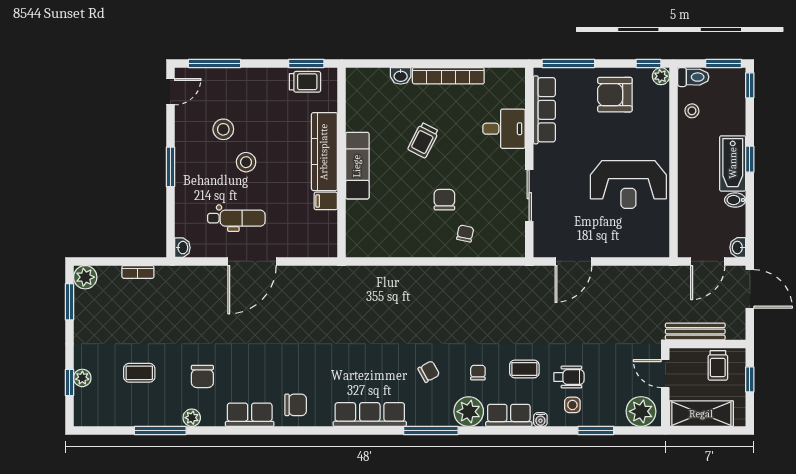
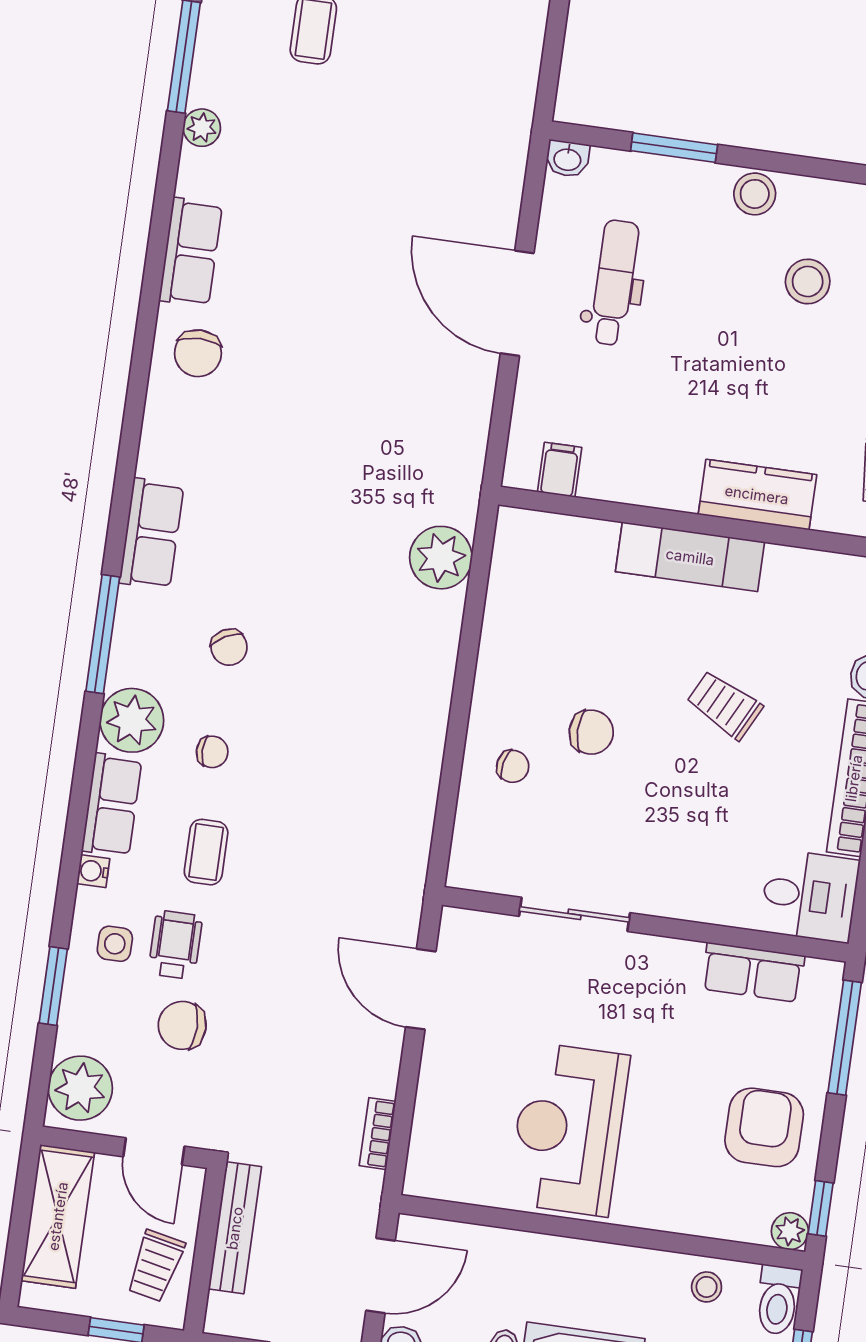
row of seats: (544, 110) -> (753, 972), width x0.68
desk: (504, 129) -> (810, 896), moved, turned -90
kitchen counter: (324, 152) -> (757, 495), width x0.67
stool: (246, 162) -> (755, 194), moved
window: (170, 167) -> (674, 148), moved
filing cabinet: (326, 201) -> (560, 470), moved
dental chair: (236, 218) -> (614, 283), turned 180
door: (708, 261) -> (380, 1276), swing flipped
bookcase: (138, 272) -> (378, 1134), moved
plant: (374, 280) -> (441, 558), added
trolley: (718, 365) -> (156, 1266), turned -78
door: (665, 374) -> (154, 1151), swing flipped
chair: (202, 376) -> (182, 1025), moved
wheelchair: (569, 377) -> (175, 945), turned 180
row of seats: (370, 415) -> (152, 534), width x0.68

